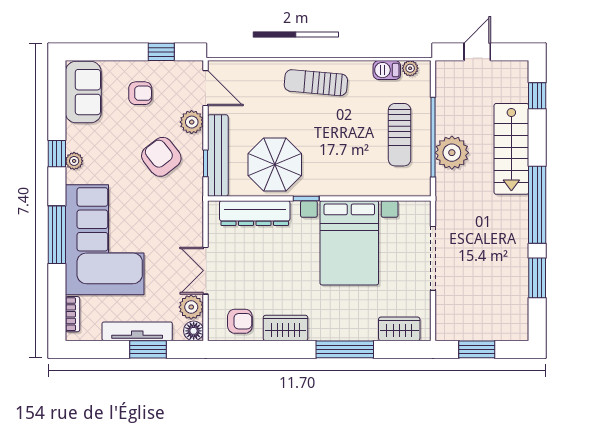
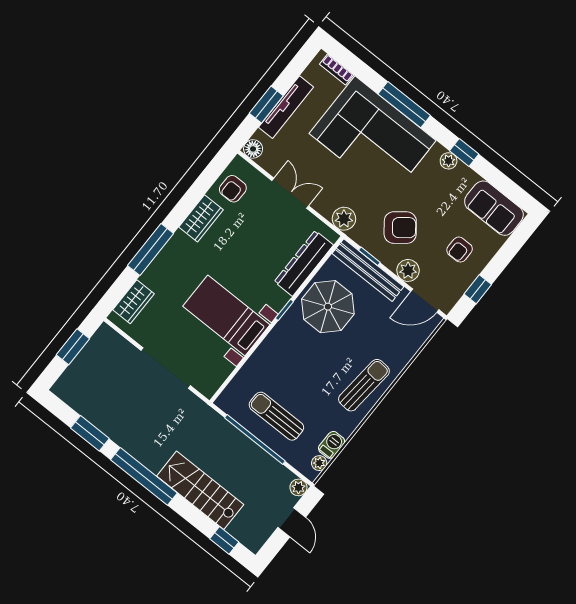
plant: (452, 153) -> (298, 487), moved, width x0.53, depth x0.53
bed with nightstands: (349, 243) -> (226, 315), width x0.73
plant: (191, 307) -> (344, 219), moved

